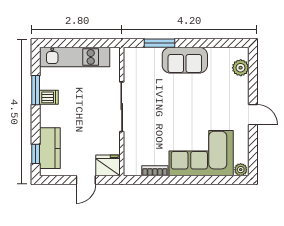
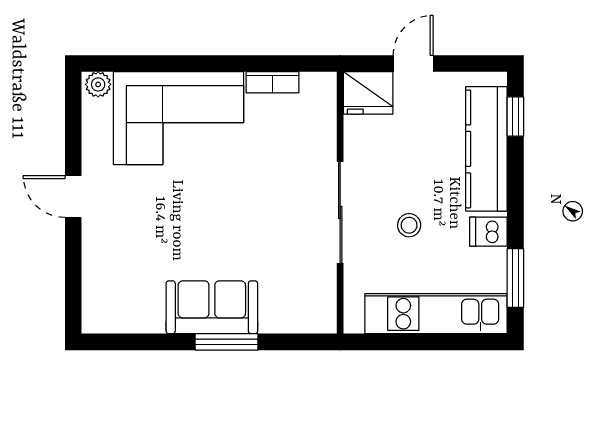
window: (159, 43) -> (227, 342), moved
plant: (241, 68) -> (98, 292), removed
window: (36, 90) -> (515, 278), moved
stool: (88, 100) -> (409, 225), added
kitchen counter: (50, 148) -> (486, 149), width x1.50

